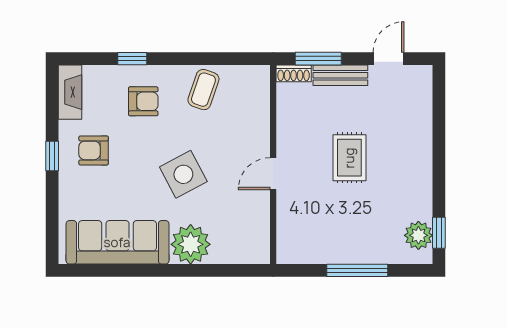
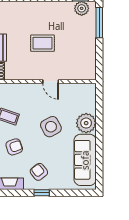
armchair: (143, 101) -> (14, 147), turned 71
armchair: (94, 150) -> (39, 172), turned 142
window: (357, 270) -> (99, 23), moved

